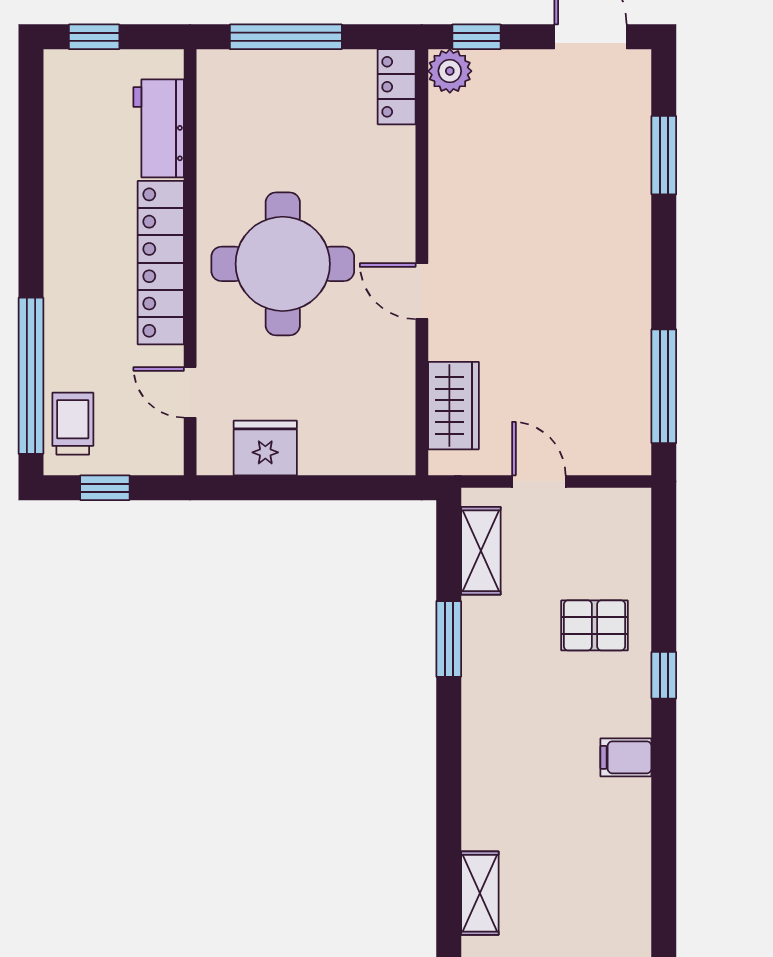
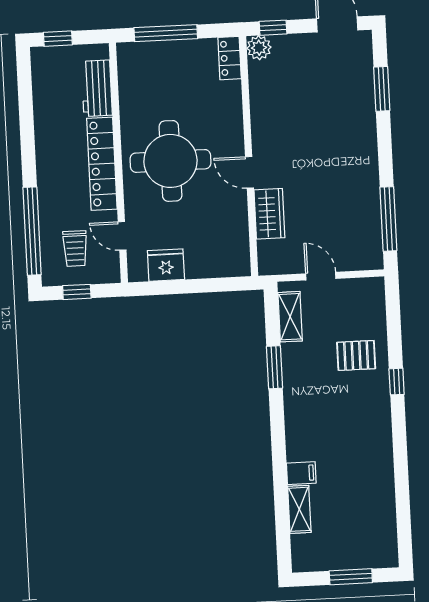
wardrobe: (453, 406) -> (269, 214), moved
trolley: (73, 424) -> (75, 249), moved, turned 180
filing cabinet: (626, 757) -> (301, 473), moved, turned 180

